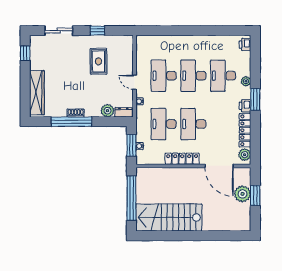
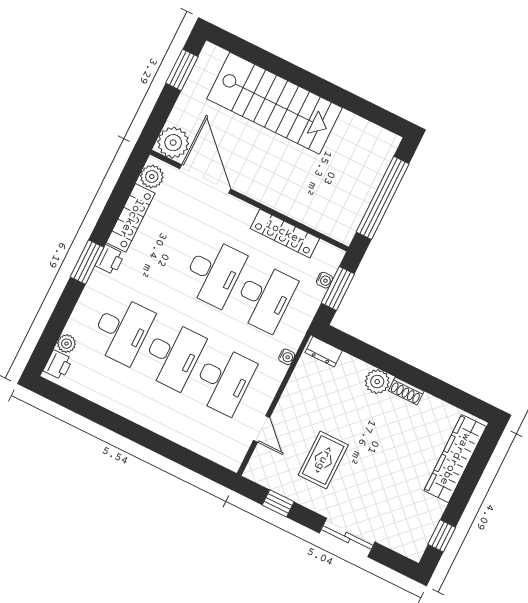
sliding door: (59, 31) -> (347, 537), moved
window: (97, 31) -> (278, 503), moved
plant: (246, 81) -> (67, 344), moved
door: (135, 82) -> (262, 429), moved
plant: (107, 111) -> (377, 382), moved
window: (71, 122) -> (421, 380), removed
locker: (182, 159) -> (285, 233), moved
plant: (242, 194) -> (173, 143), moved
window: (255, 196) -> (182, 70), moved
stairs: (169, 218) -> (275, 103), moved

